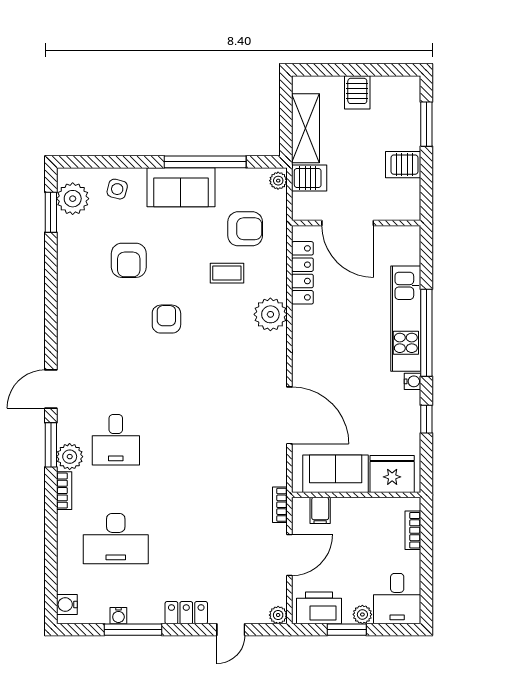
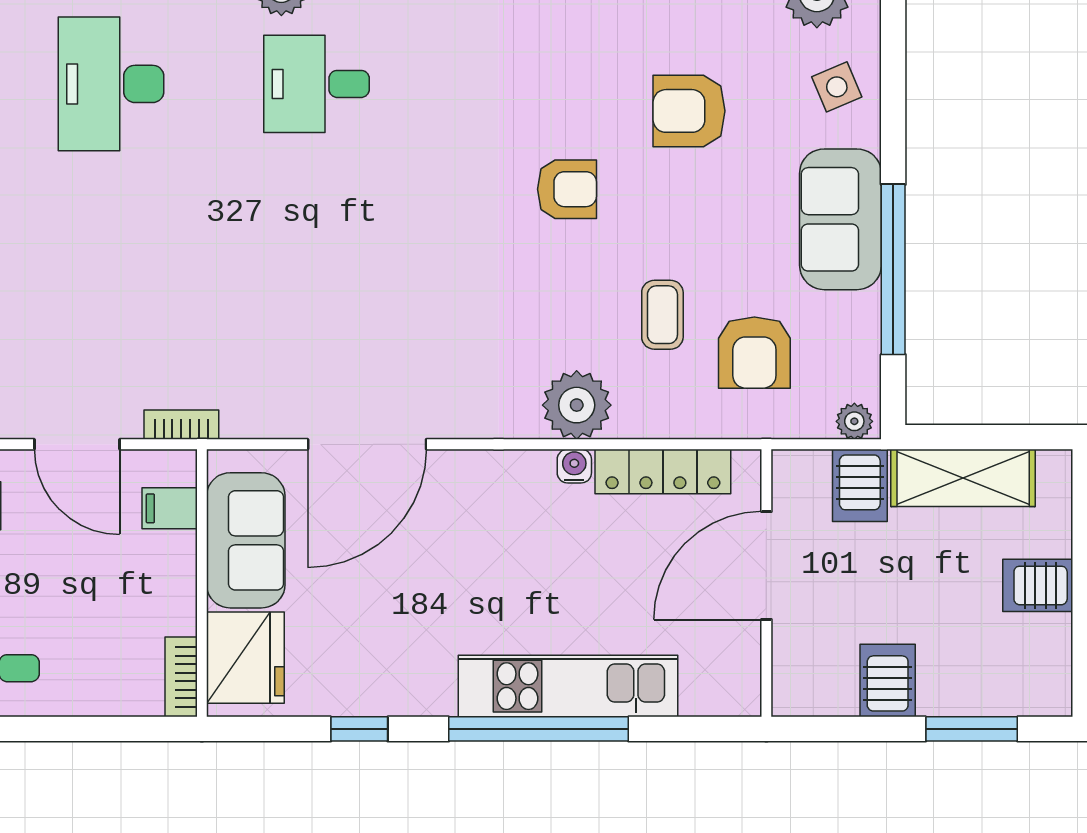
side table: (117, 189) -> (837, 87), turned -37
water cooler: (412, 381) -> (574, 466), moved, turned 180
bookcase: (413, 530) -> (181, 677), moved, turned -90

